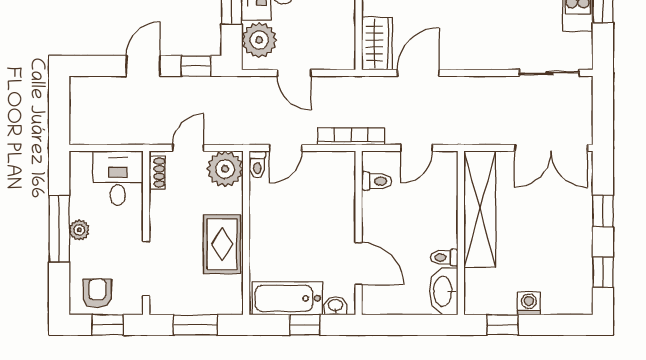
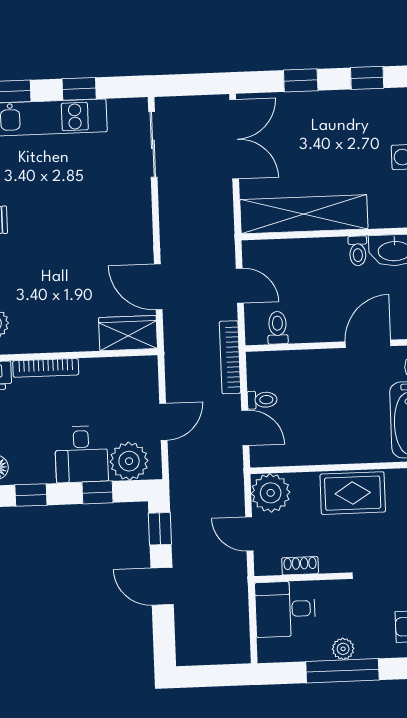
toilet: (257, 164) -> (262, 400), moved
shoe rack: (157, 173) -> (300, 566), moved

